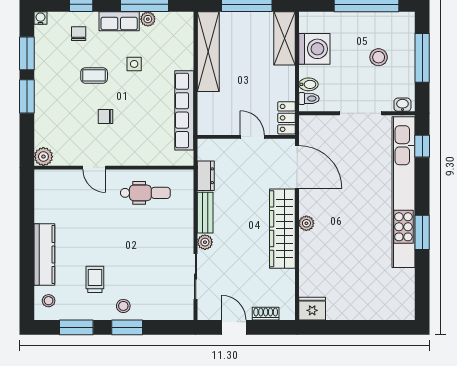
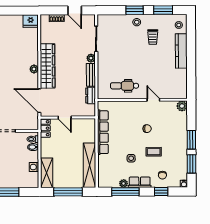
washing machine: (314, 49) -> (34, 167), width x0.53, depth x0.53

